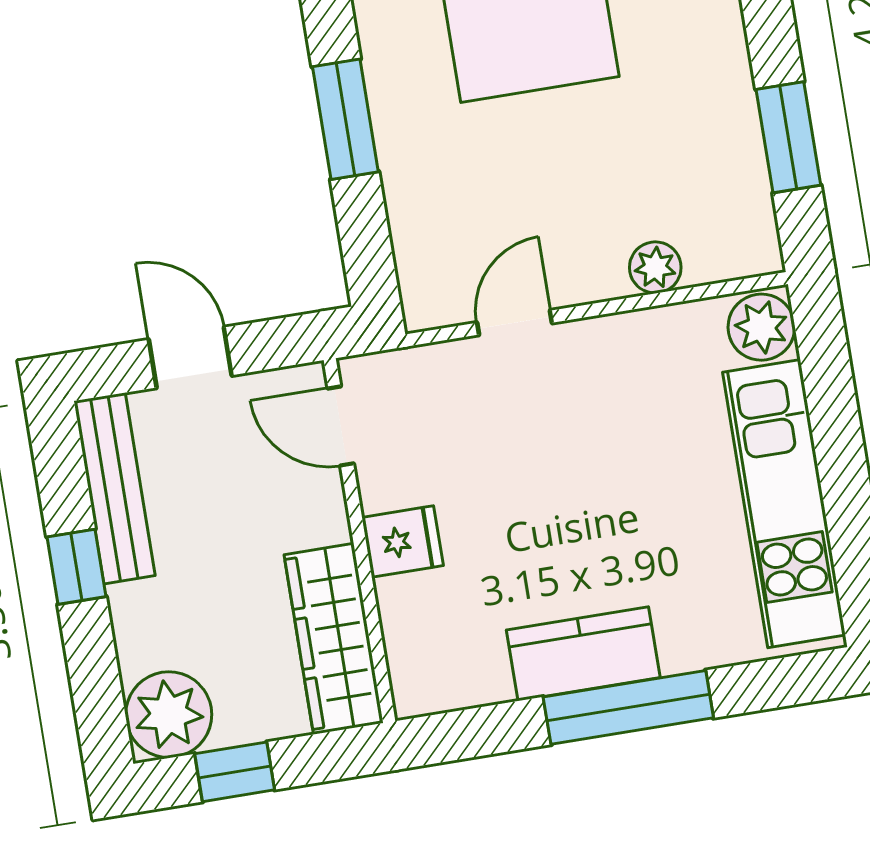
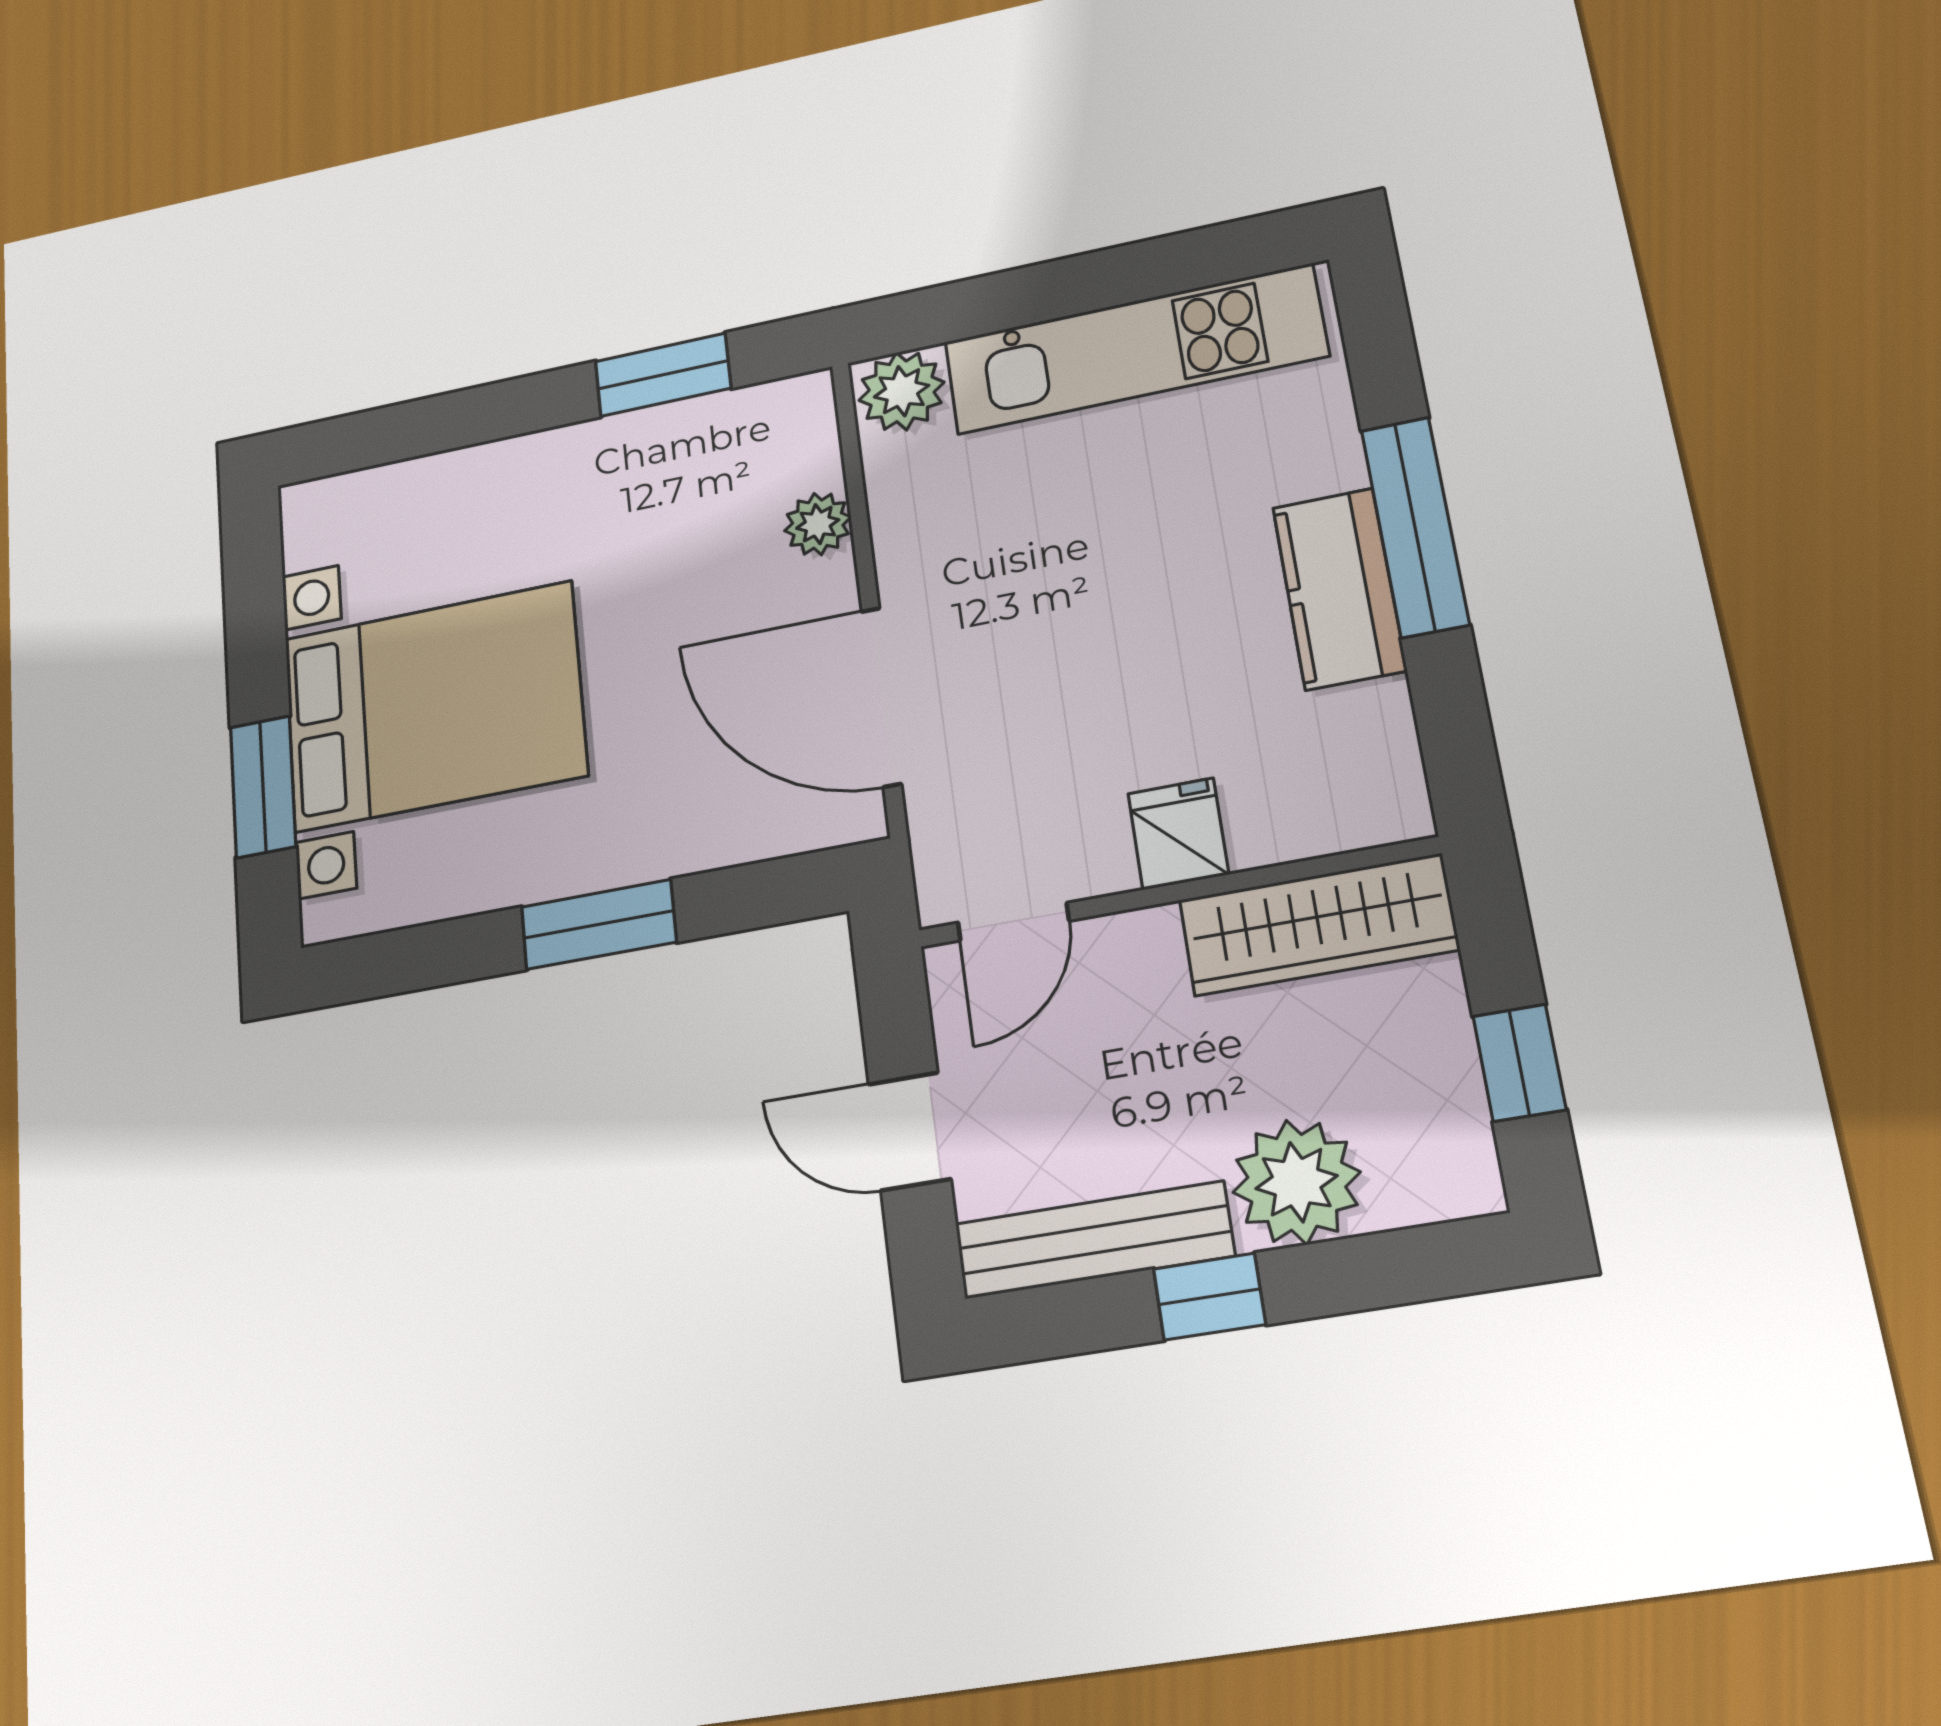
door: (514, 323) -> (881, 697), width x1.87
door: (190, 357) -> (909, 1131), hinge flipped
plant: (169, 715) -> (1297, 1182), moved

